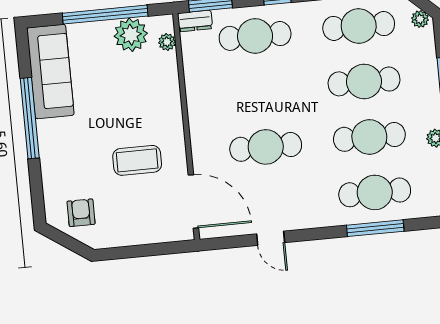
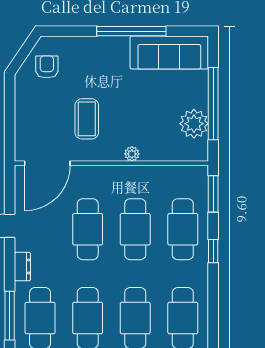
dresser: (195, 21) -> (22, 266), moved, turned 180
plant: (167, 42) -> (132, 154), moved
cafe table: (260, 91) -> (135, 229), added
armchair: (81, 213) -> (47, 67), turned -90

